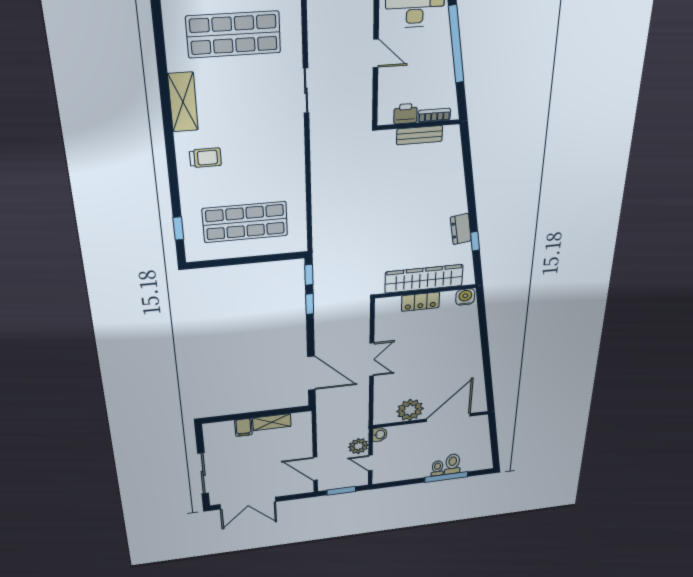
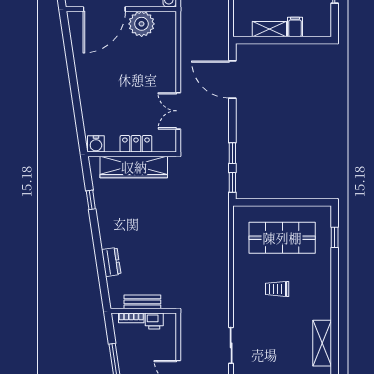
trolley: (205, 158) -> (277, 289), moved
dresser: (461, 229) -> (111, 262), moved
double door: (372, 360) -> (178, 111), moved

